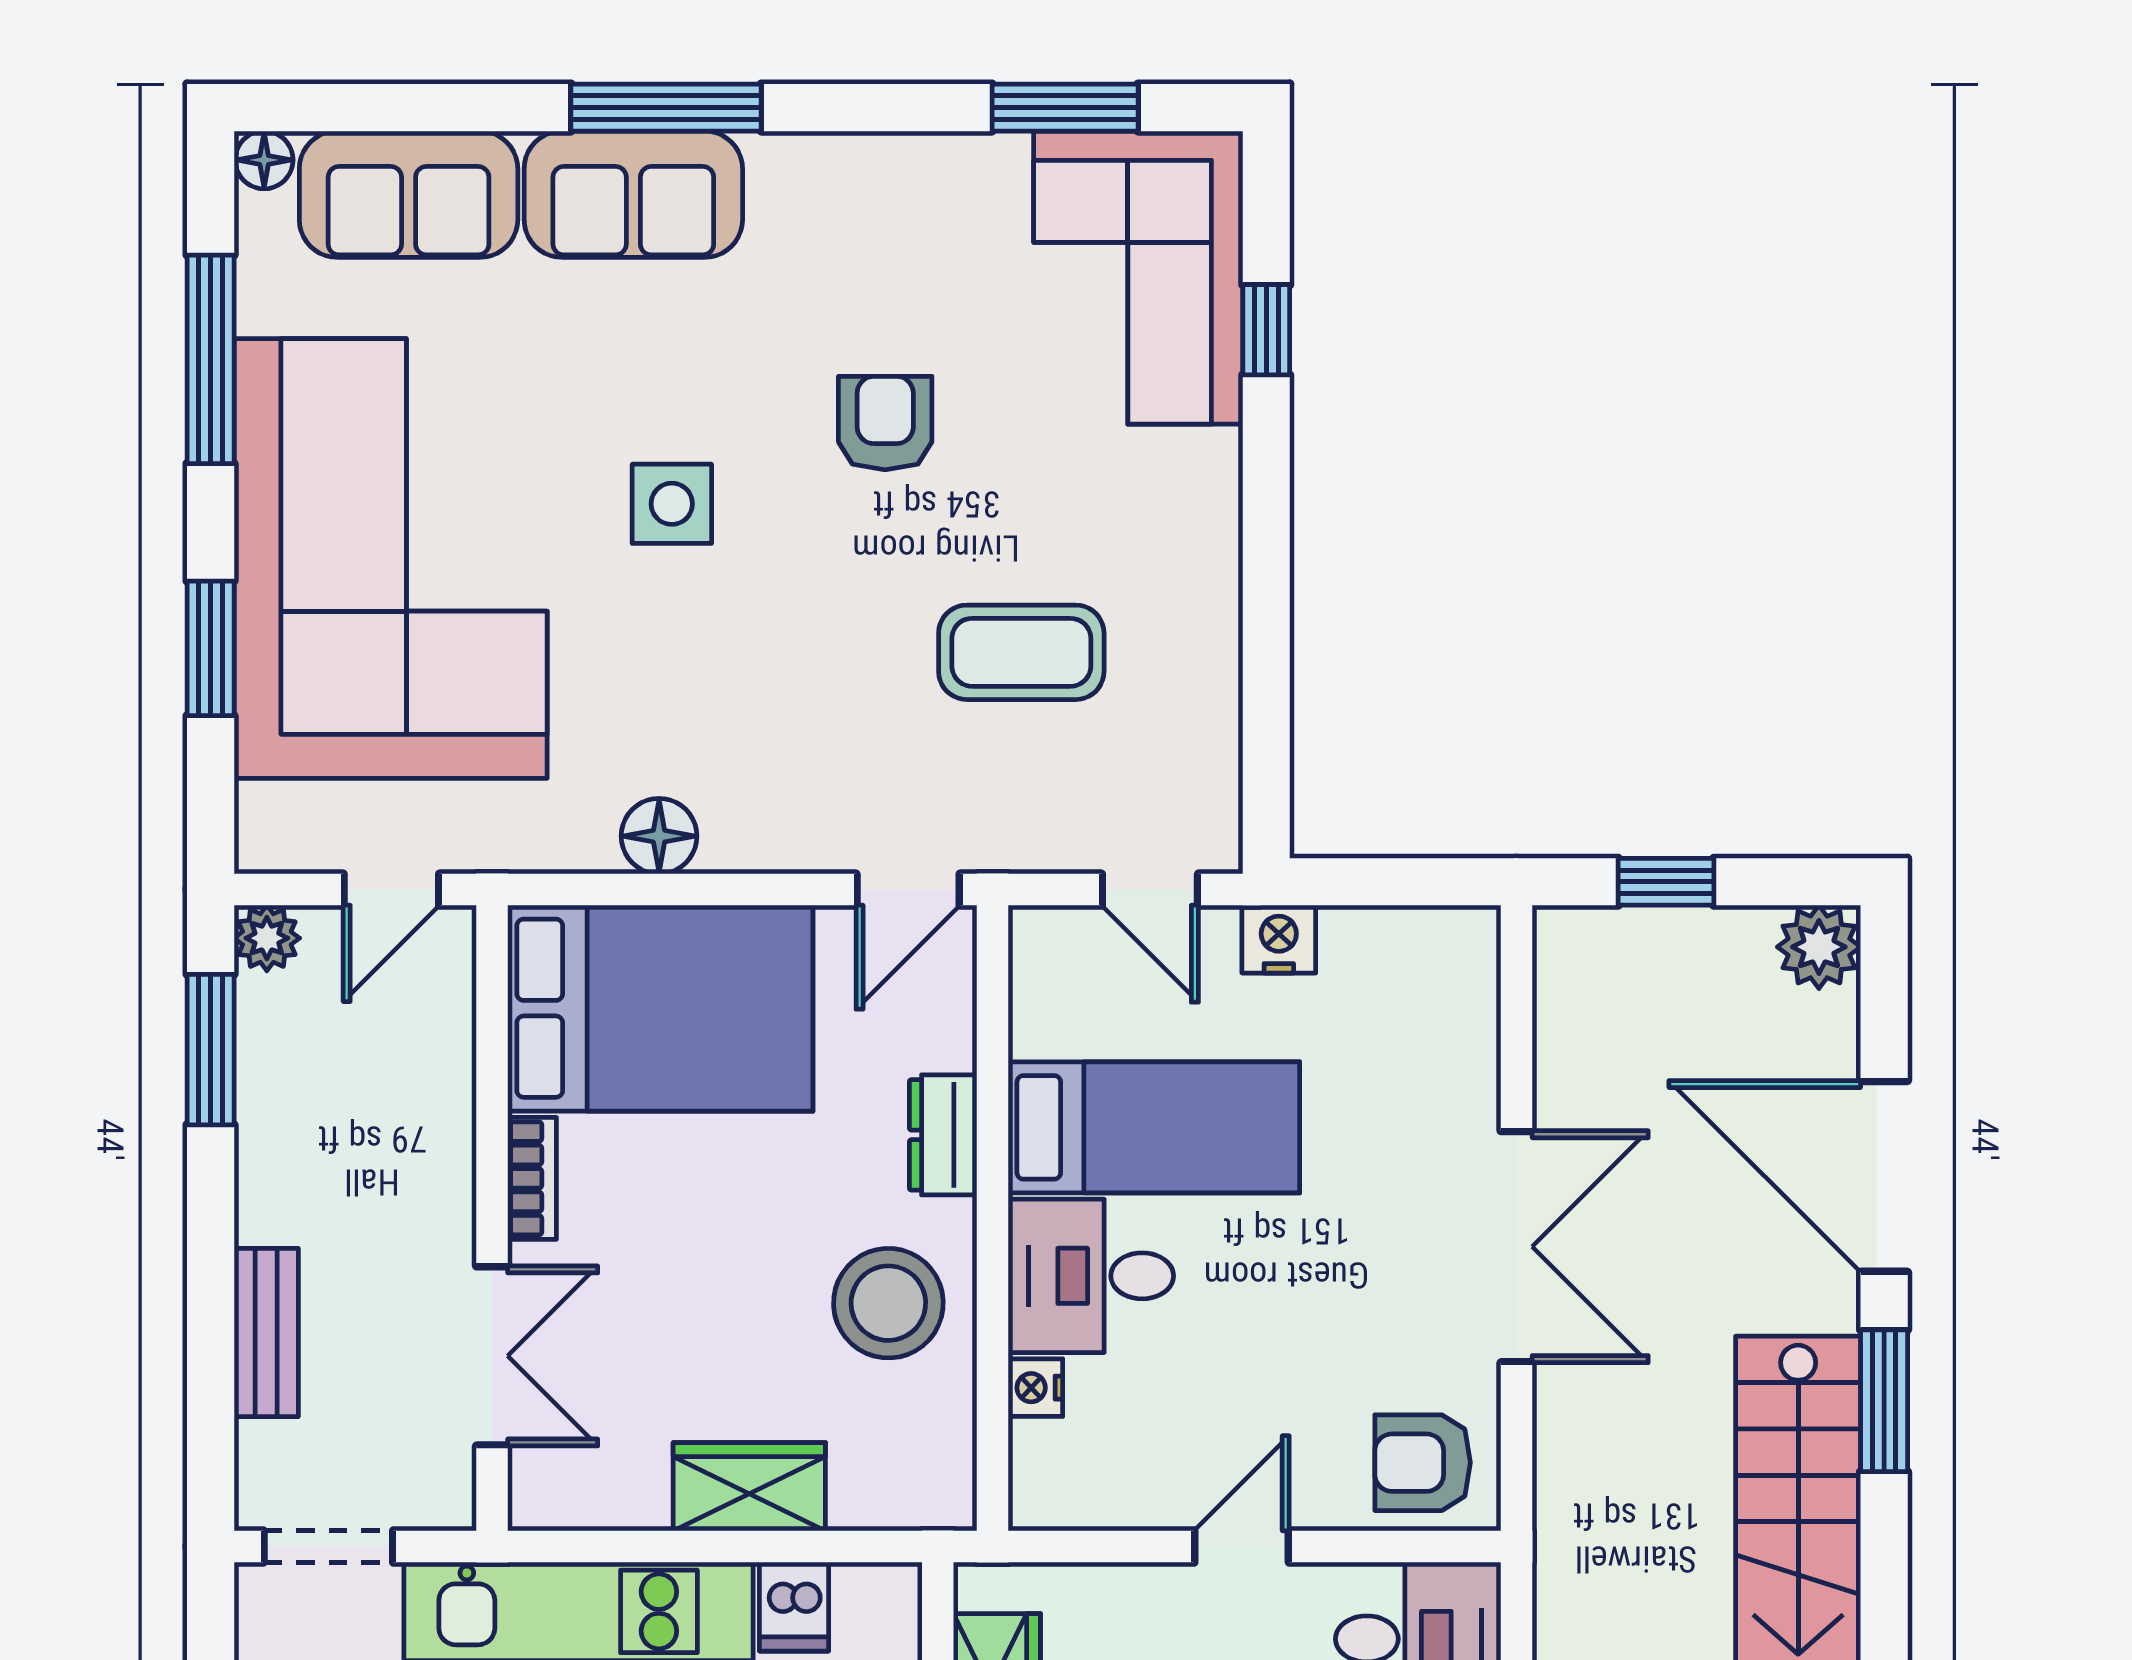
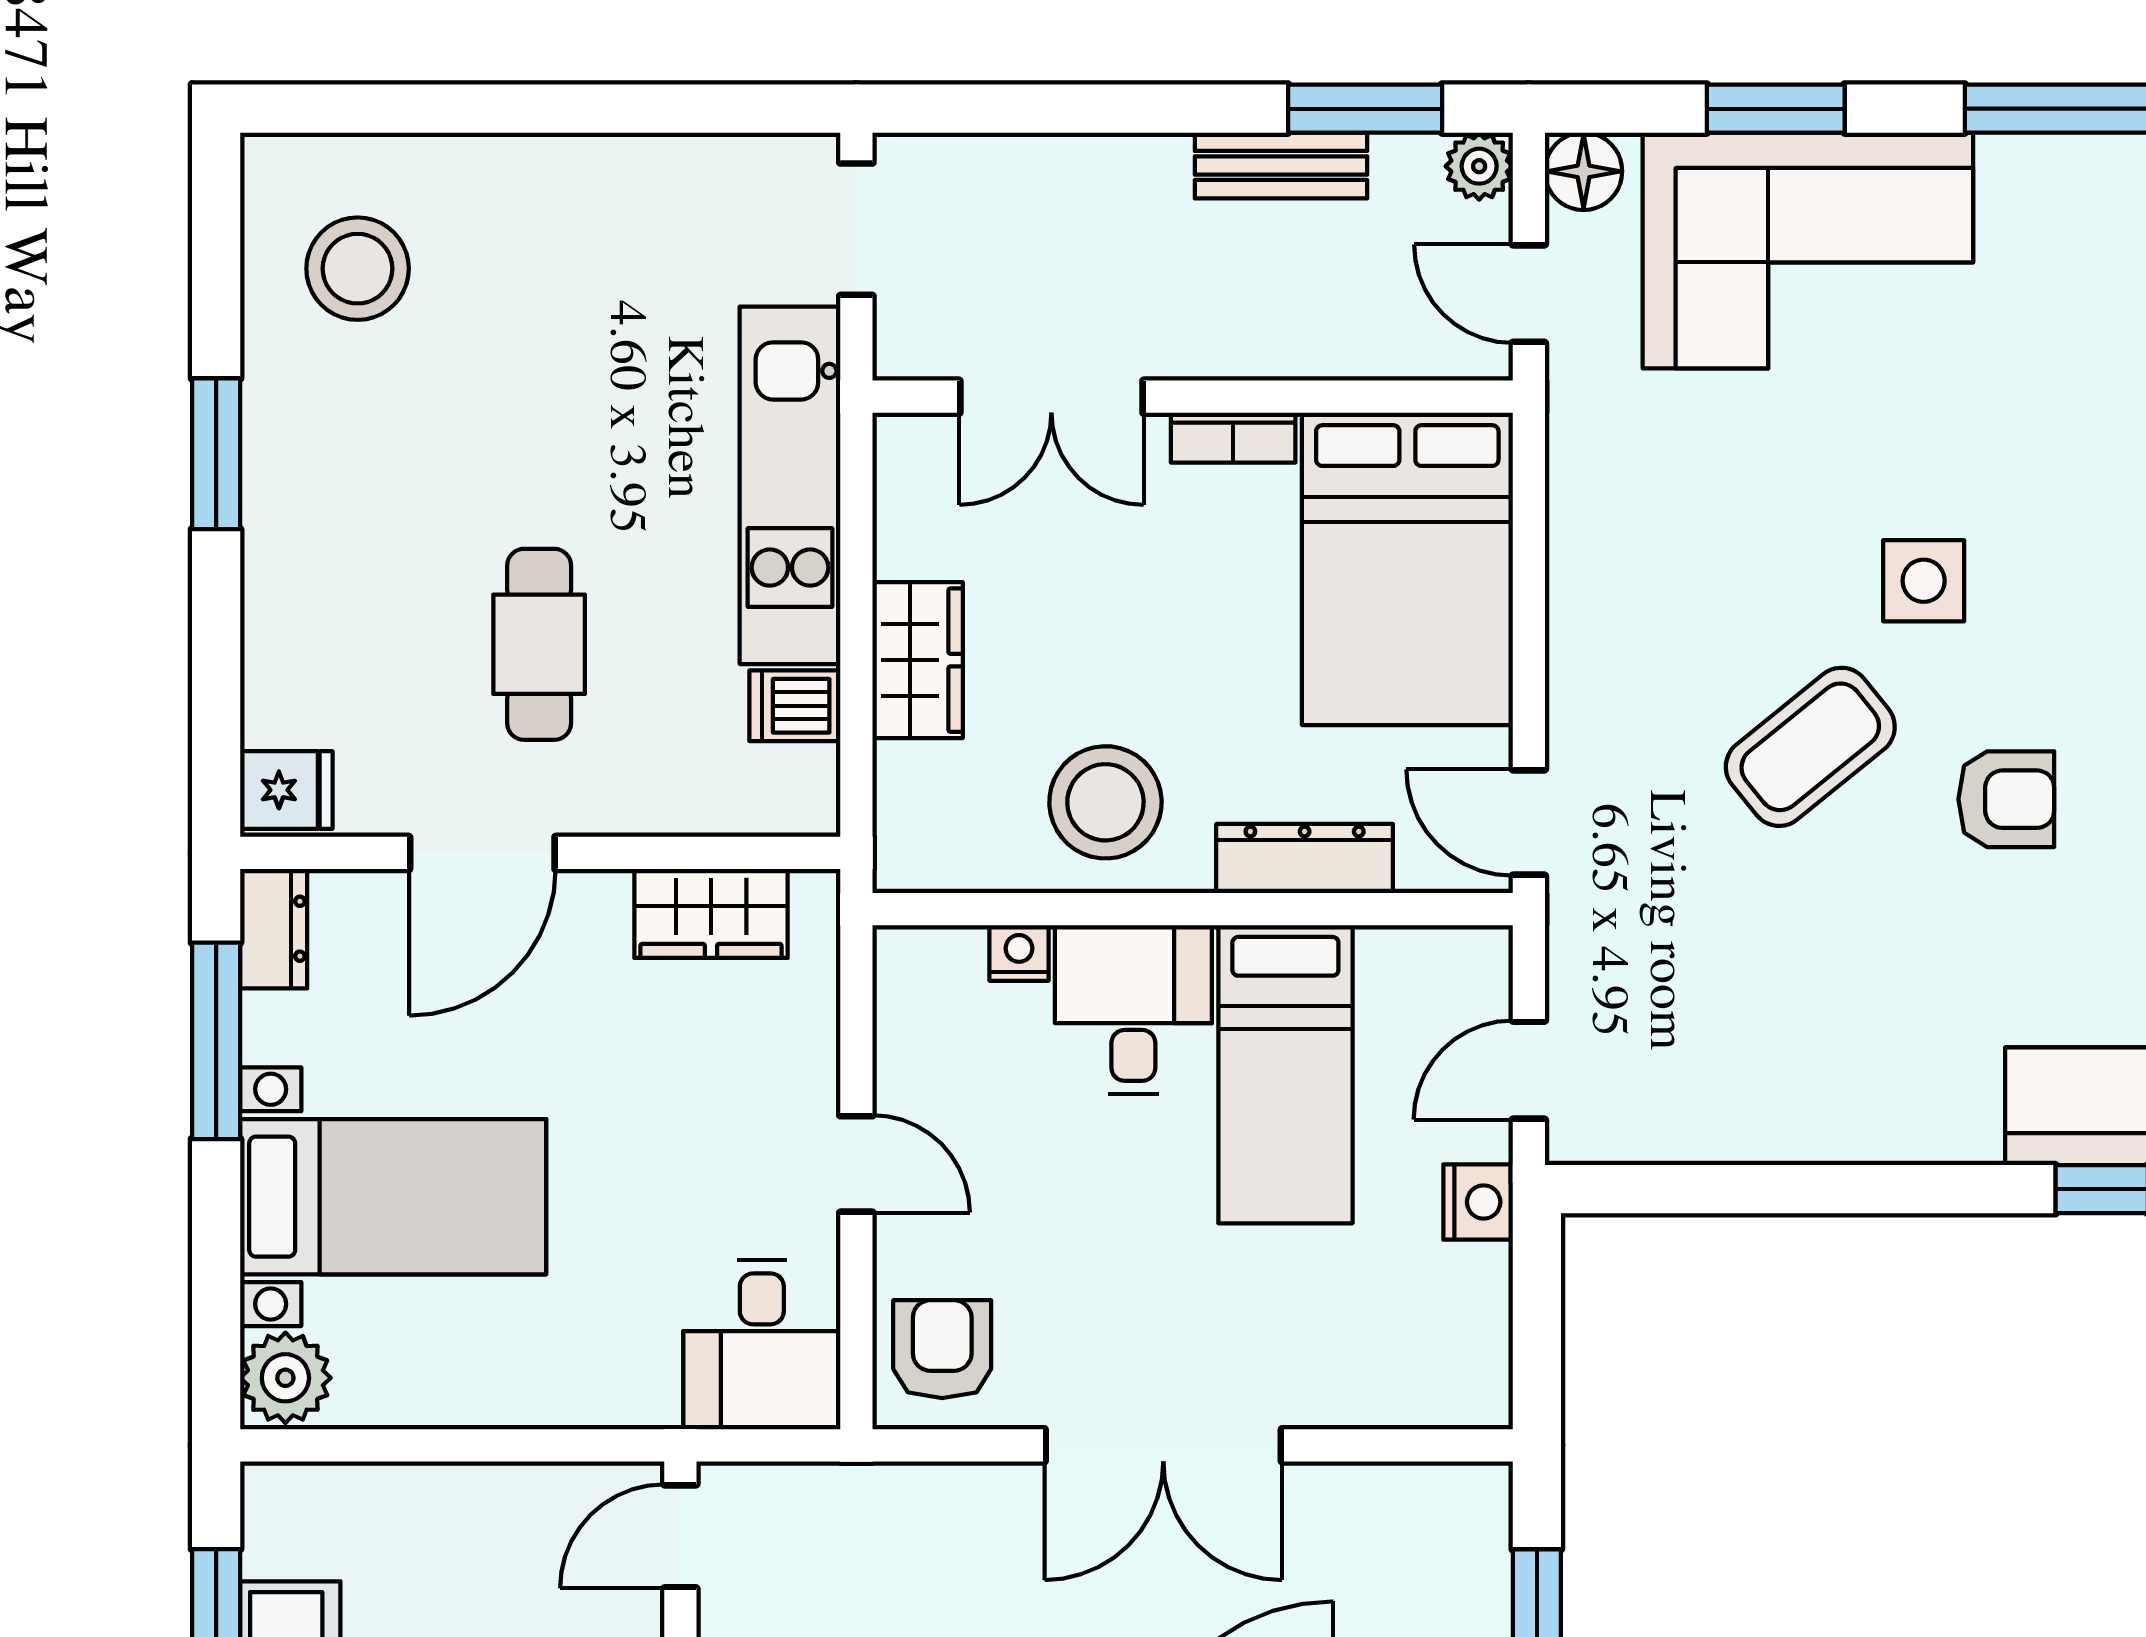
corner sofa: (391, 558) -> (1808, 251), width x0.73, depth x0.74
coffee table: (1021, 652) -> (1810, 747), moved, turned 51
floor lamp: (659, 836) -> (1584, 171), moved
dresser: (943, 1135) -> (1305, 858), width x1.44
bench: (266, 1333) -> (1281, 165), moved

